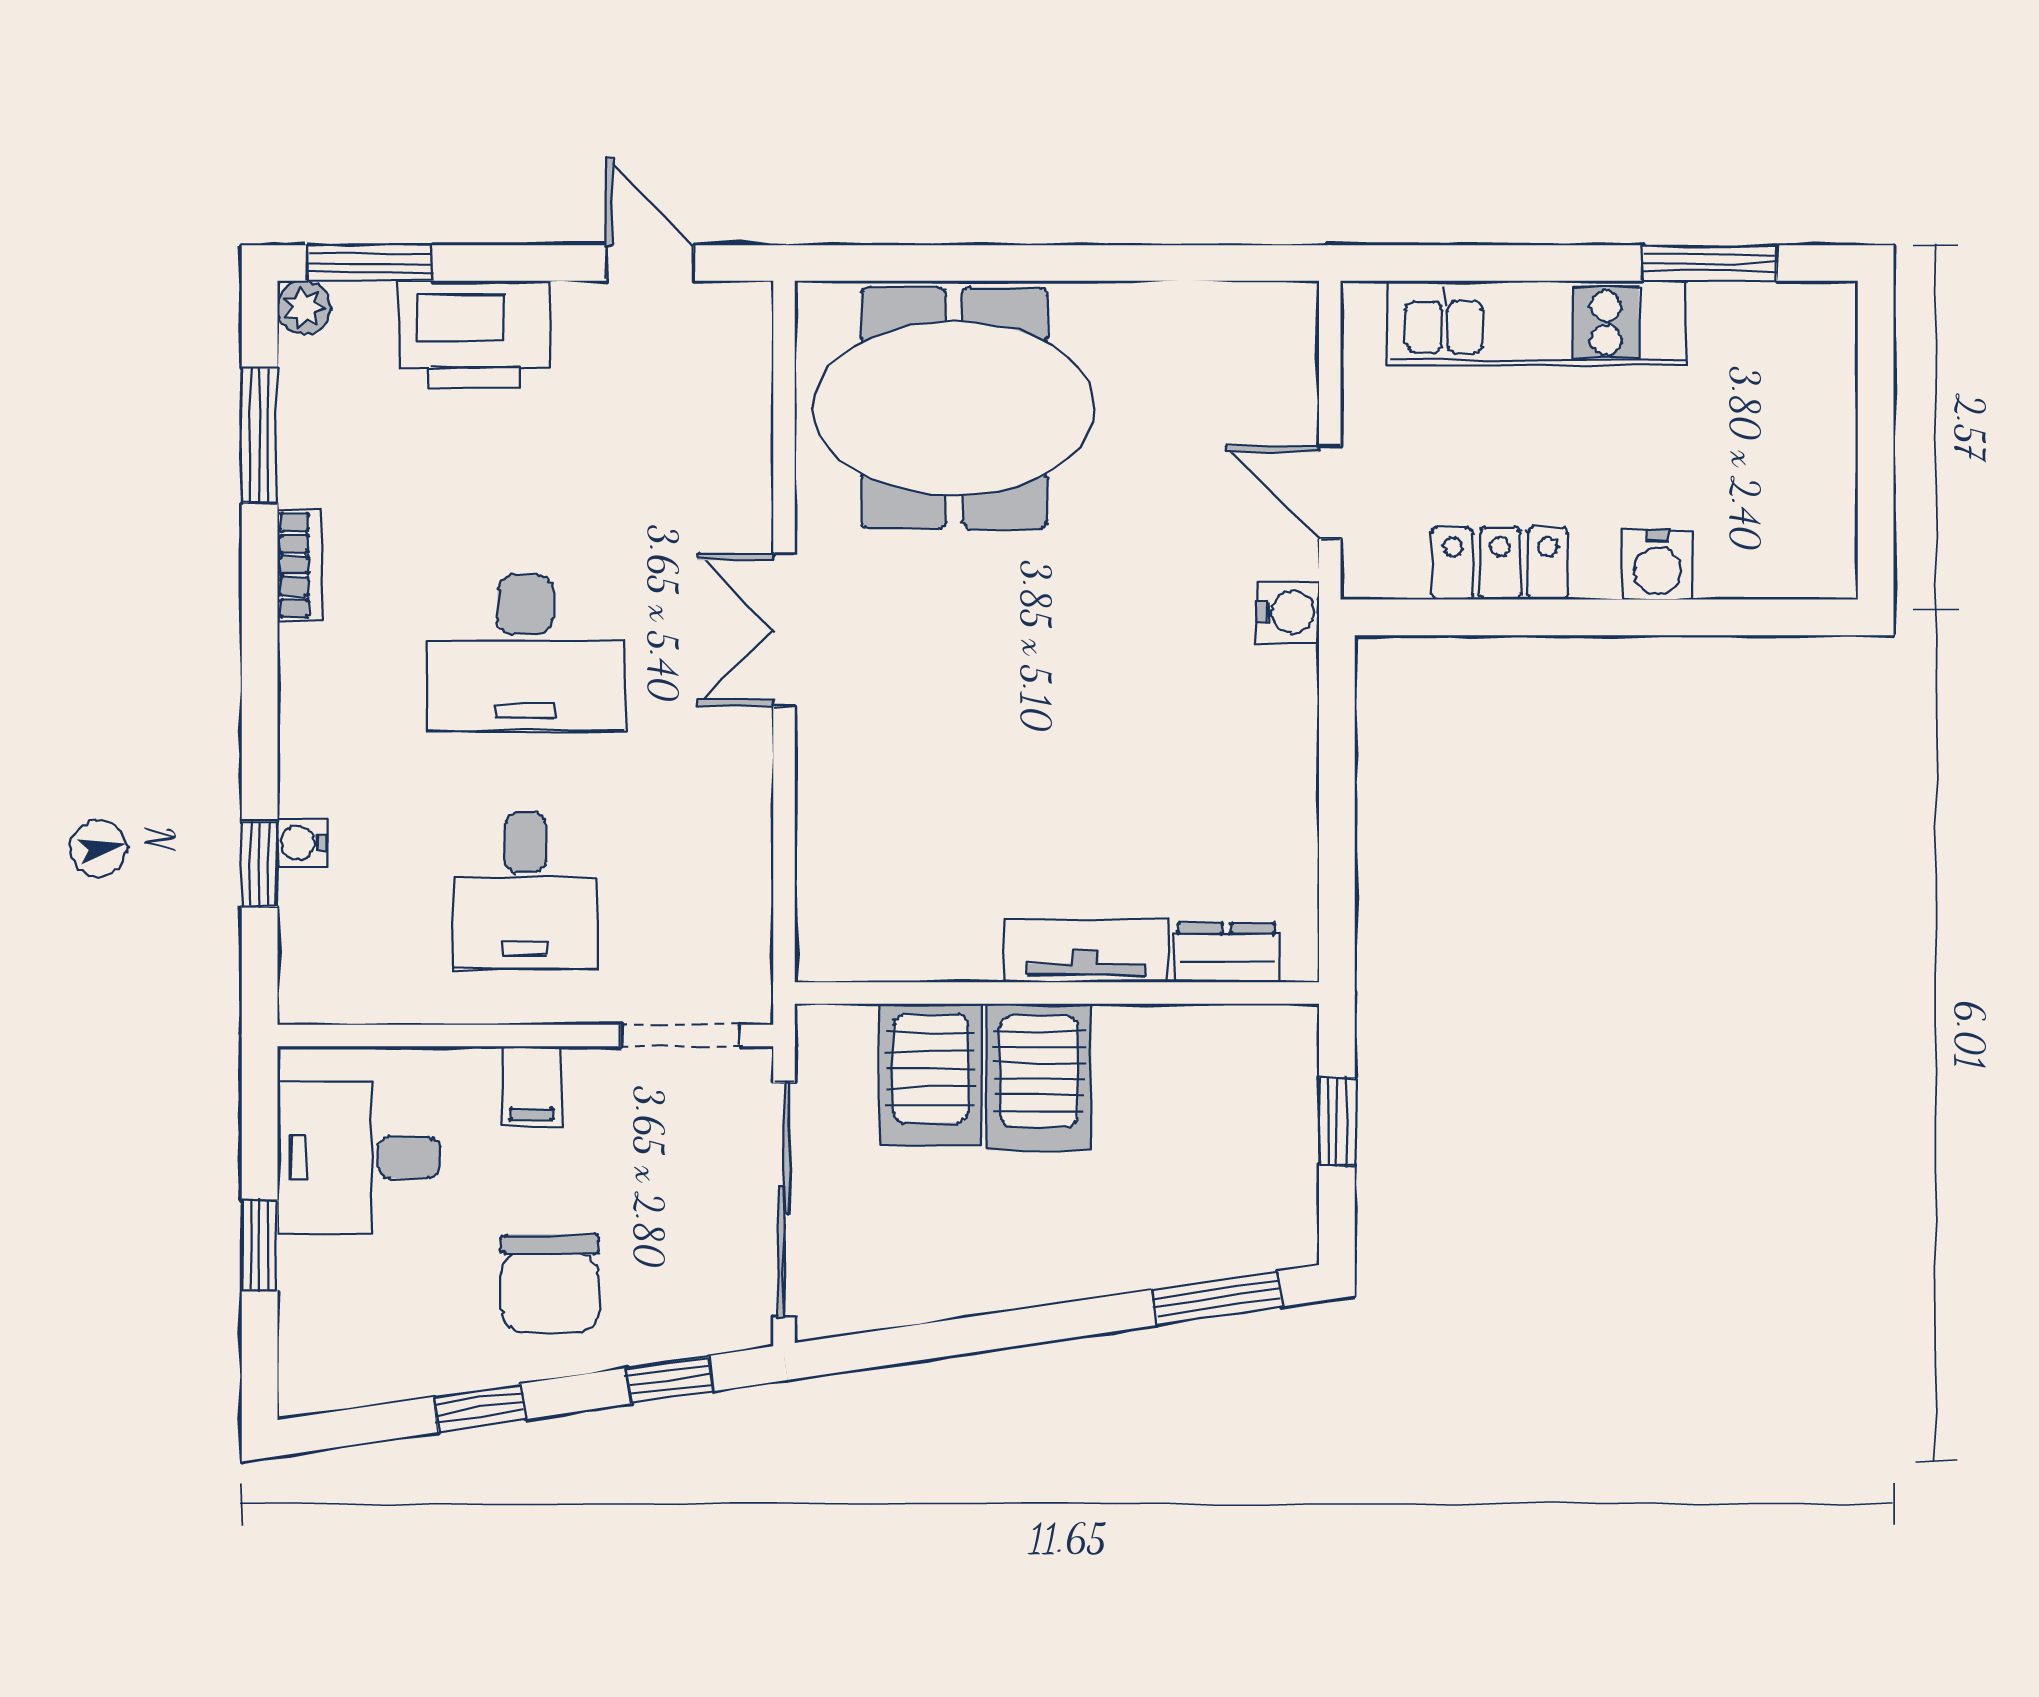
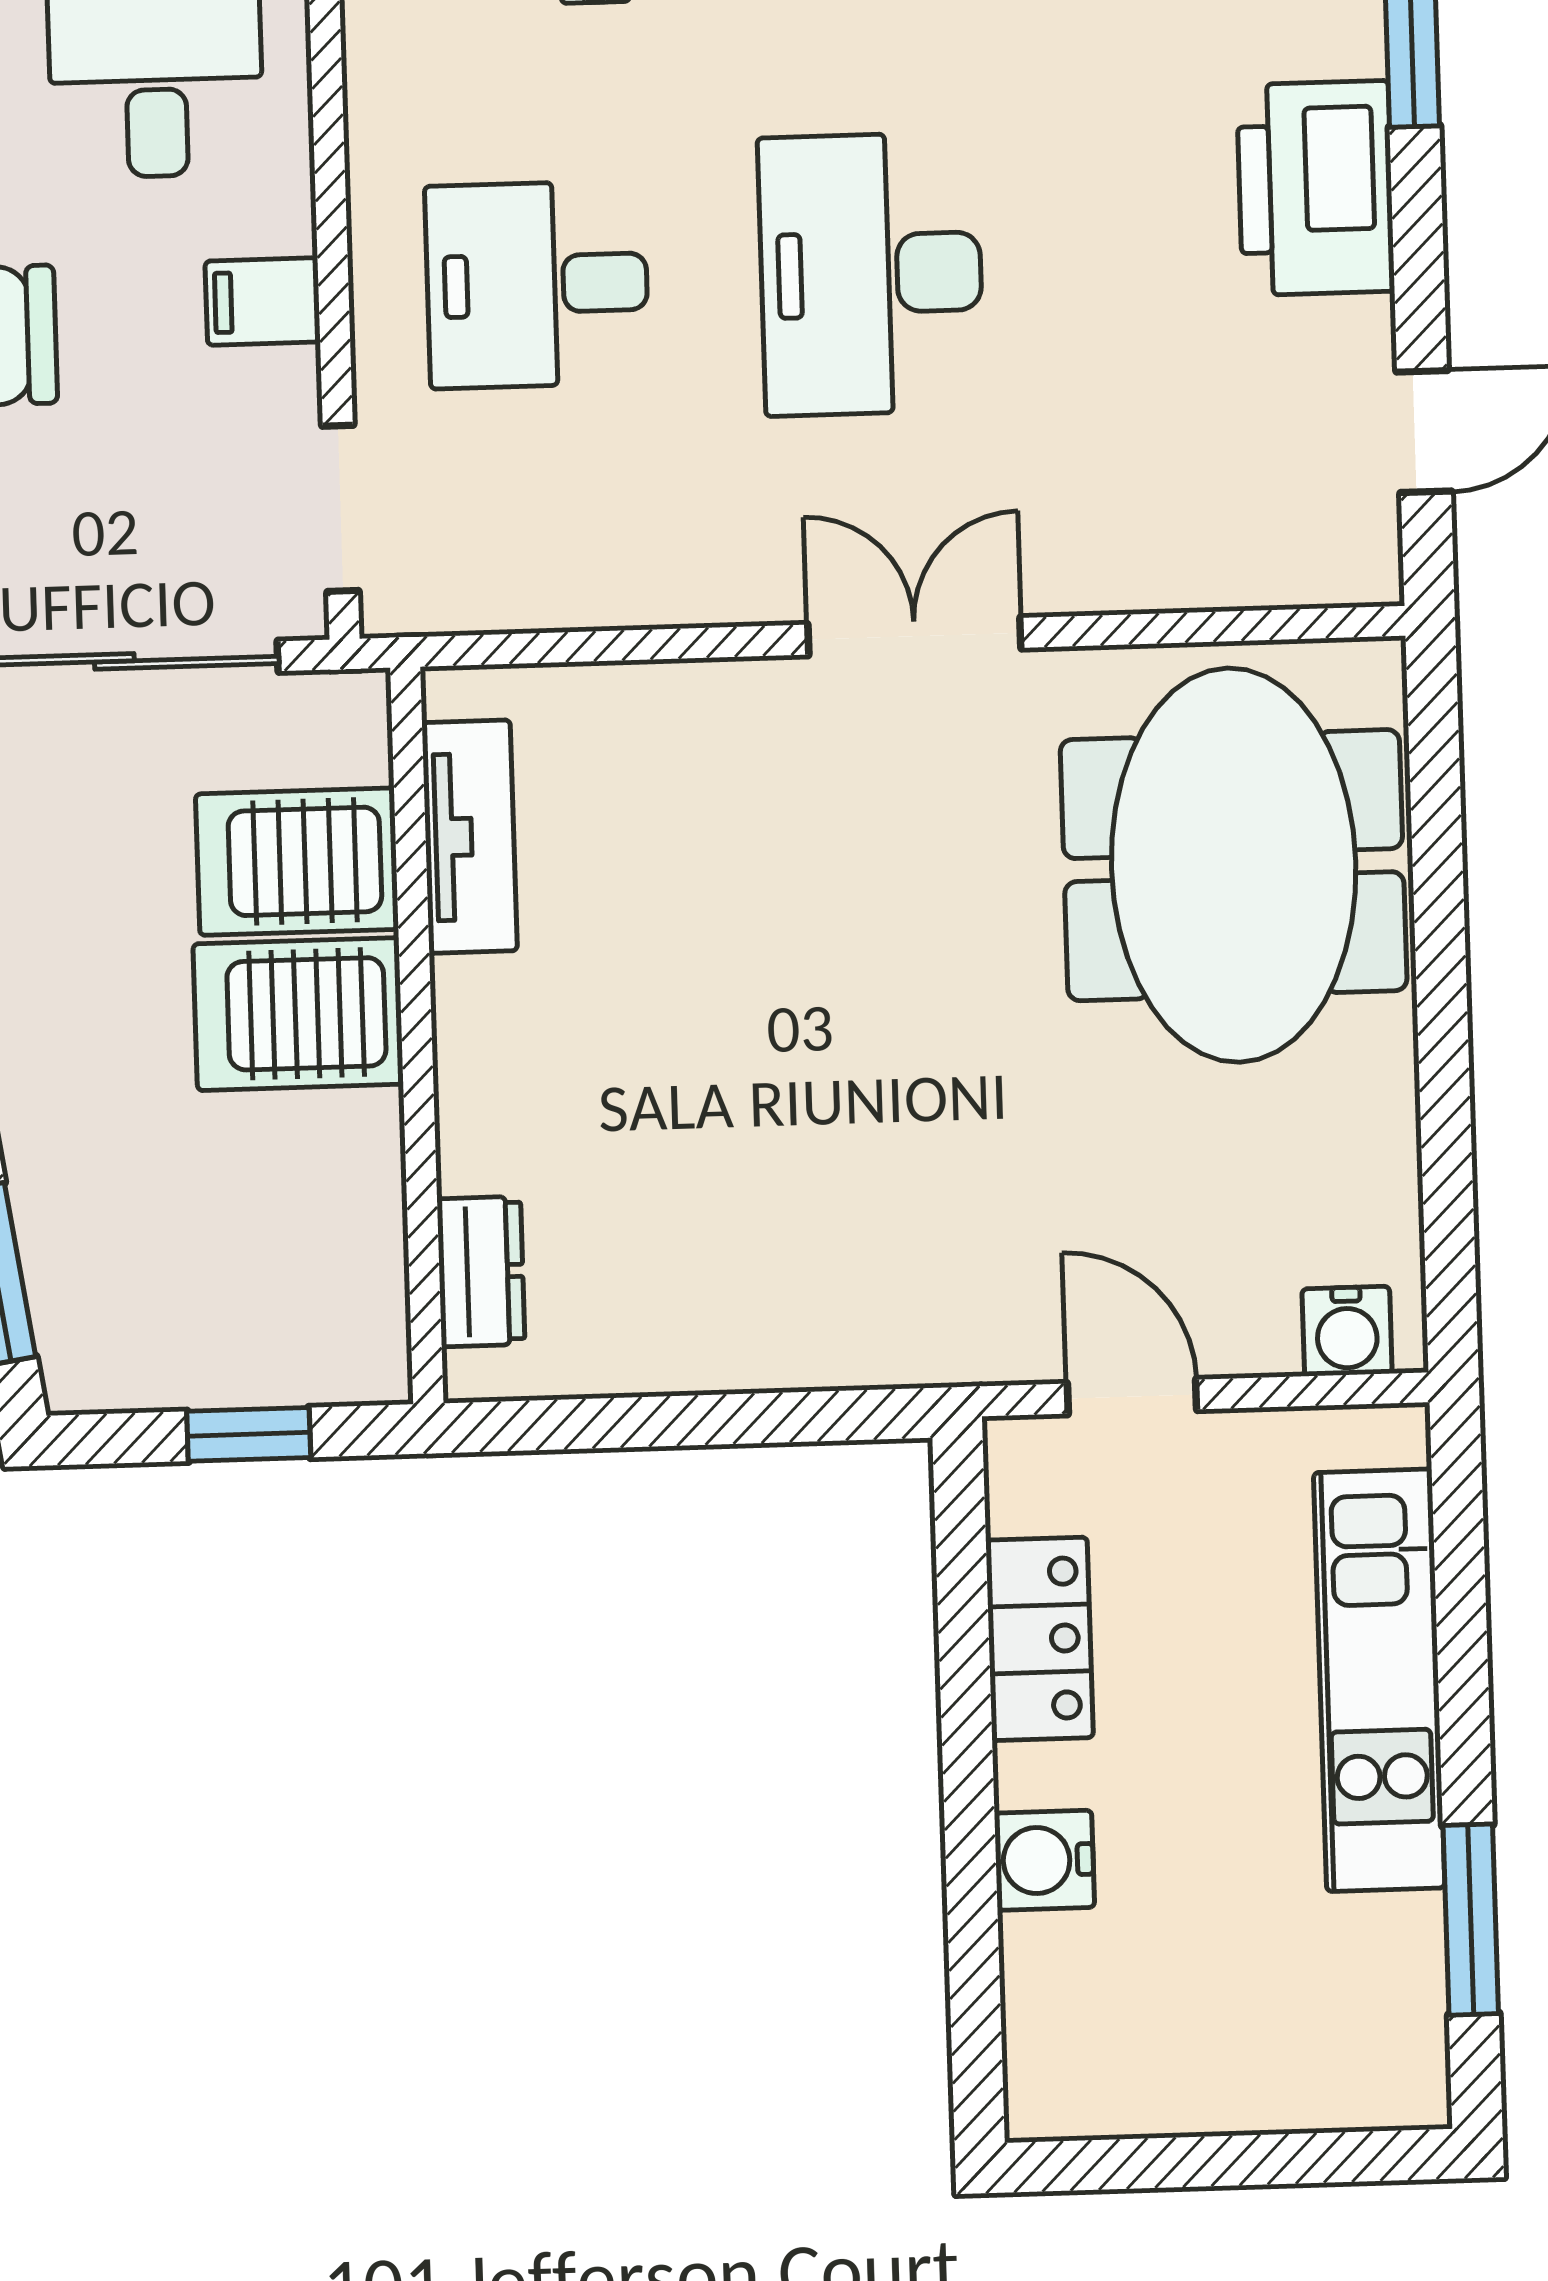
door: (1330, 492) -> (1132, 1397), hinge flipped
water cooler: (1288, 612) -> (1347, 1331), moved
tv unit: (1086, 951) -> (470, 837), moved

